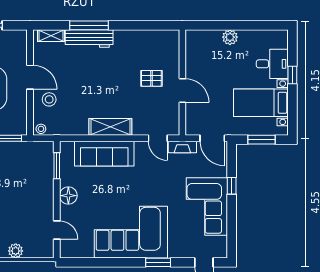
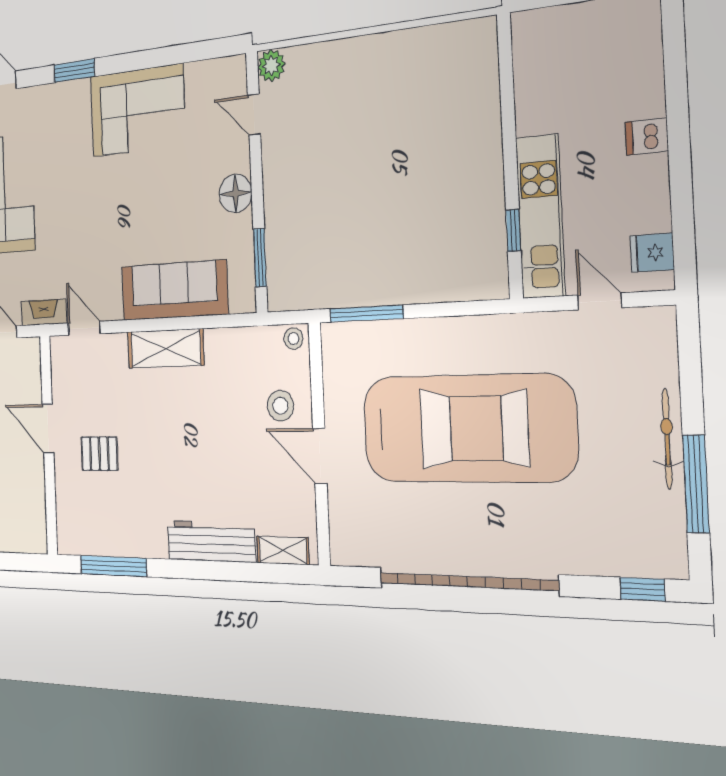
window: (89, 25) -> (113, 566), moved
corner sofa: (131, 232) -> (138, 110), width x0.73, depth x0.74
plant: (16, 251) -> (271, 66), moved

